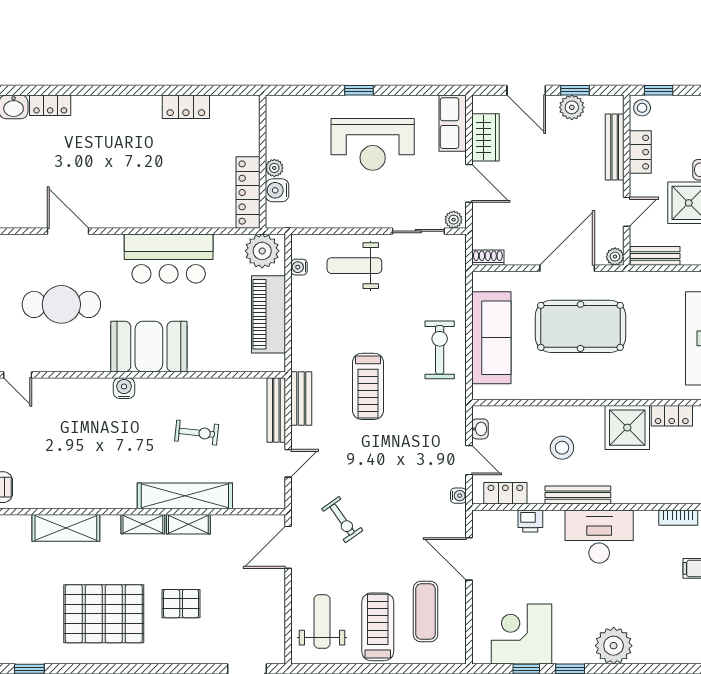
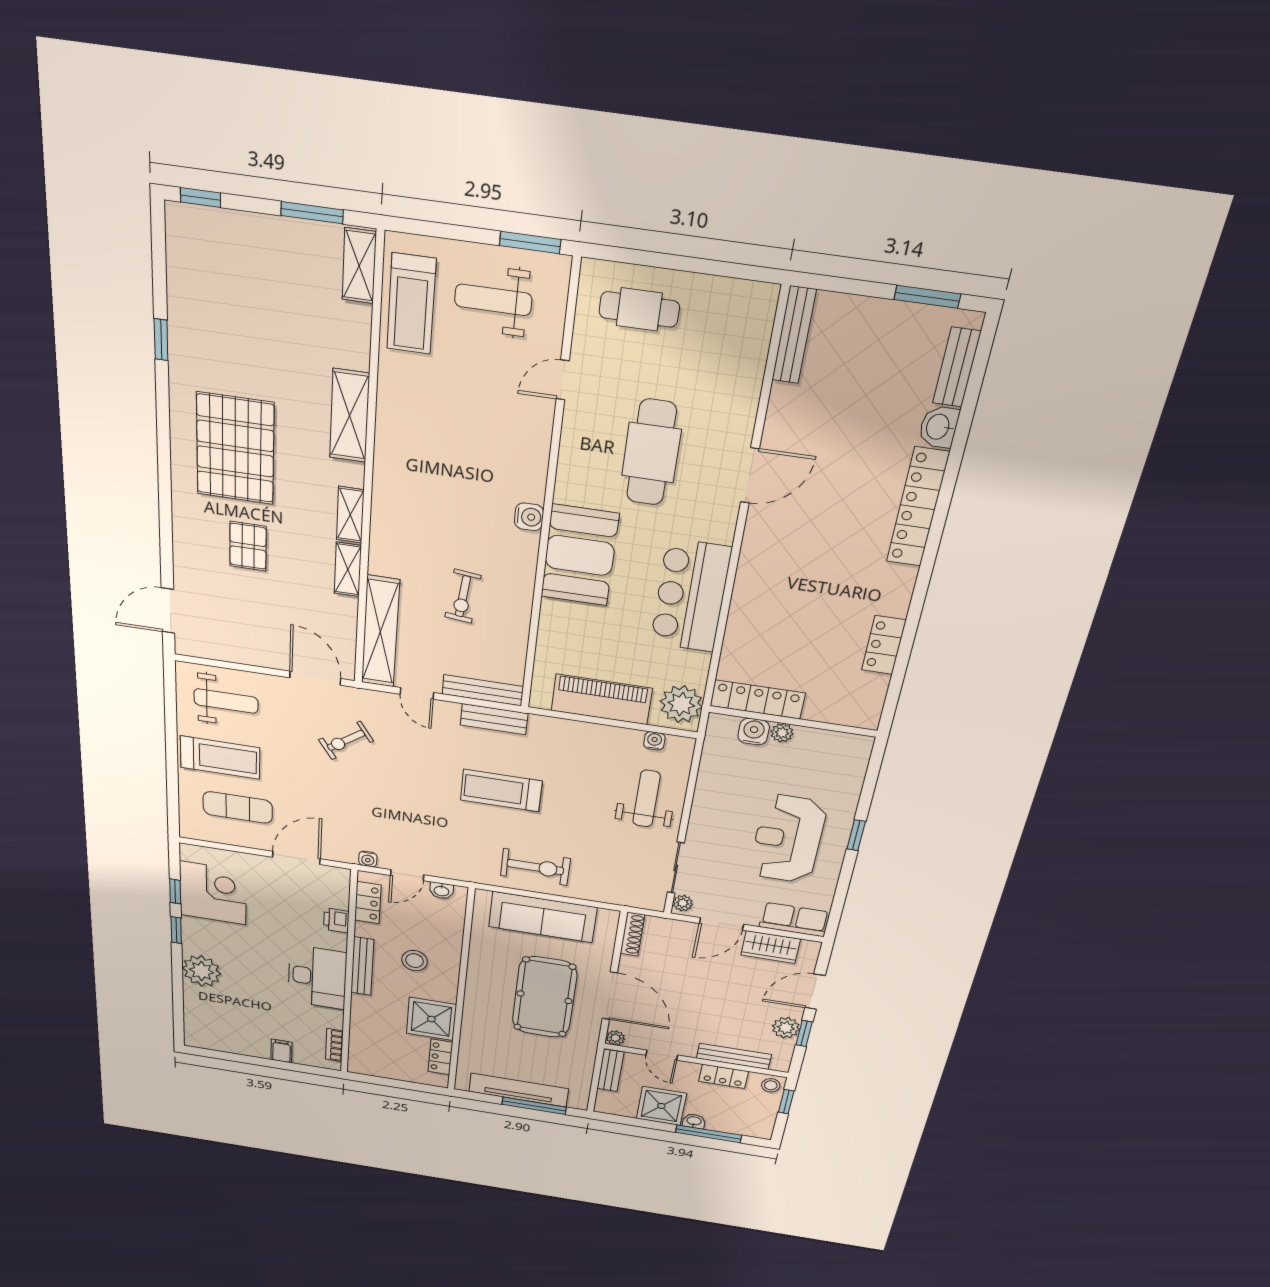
locker: (50, 105) -> (918, 507), width x2.16, depth x1.21
shoe rack: (488, 258) -> (632, 934), width x1.43
shelving: (185, 496) -> (380, 632), moved

